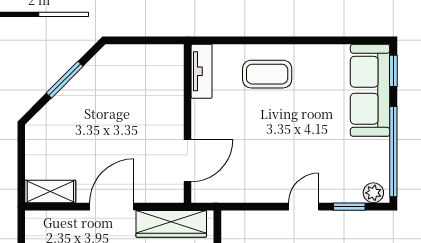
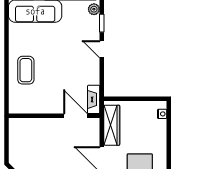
tv unit: (202, 71) -> (24, 108), removed
fireplace: (216, 192) -> (94, 99), added

